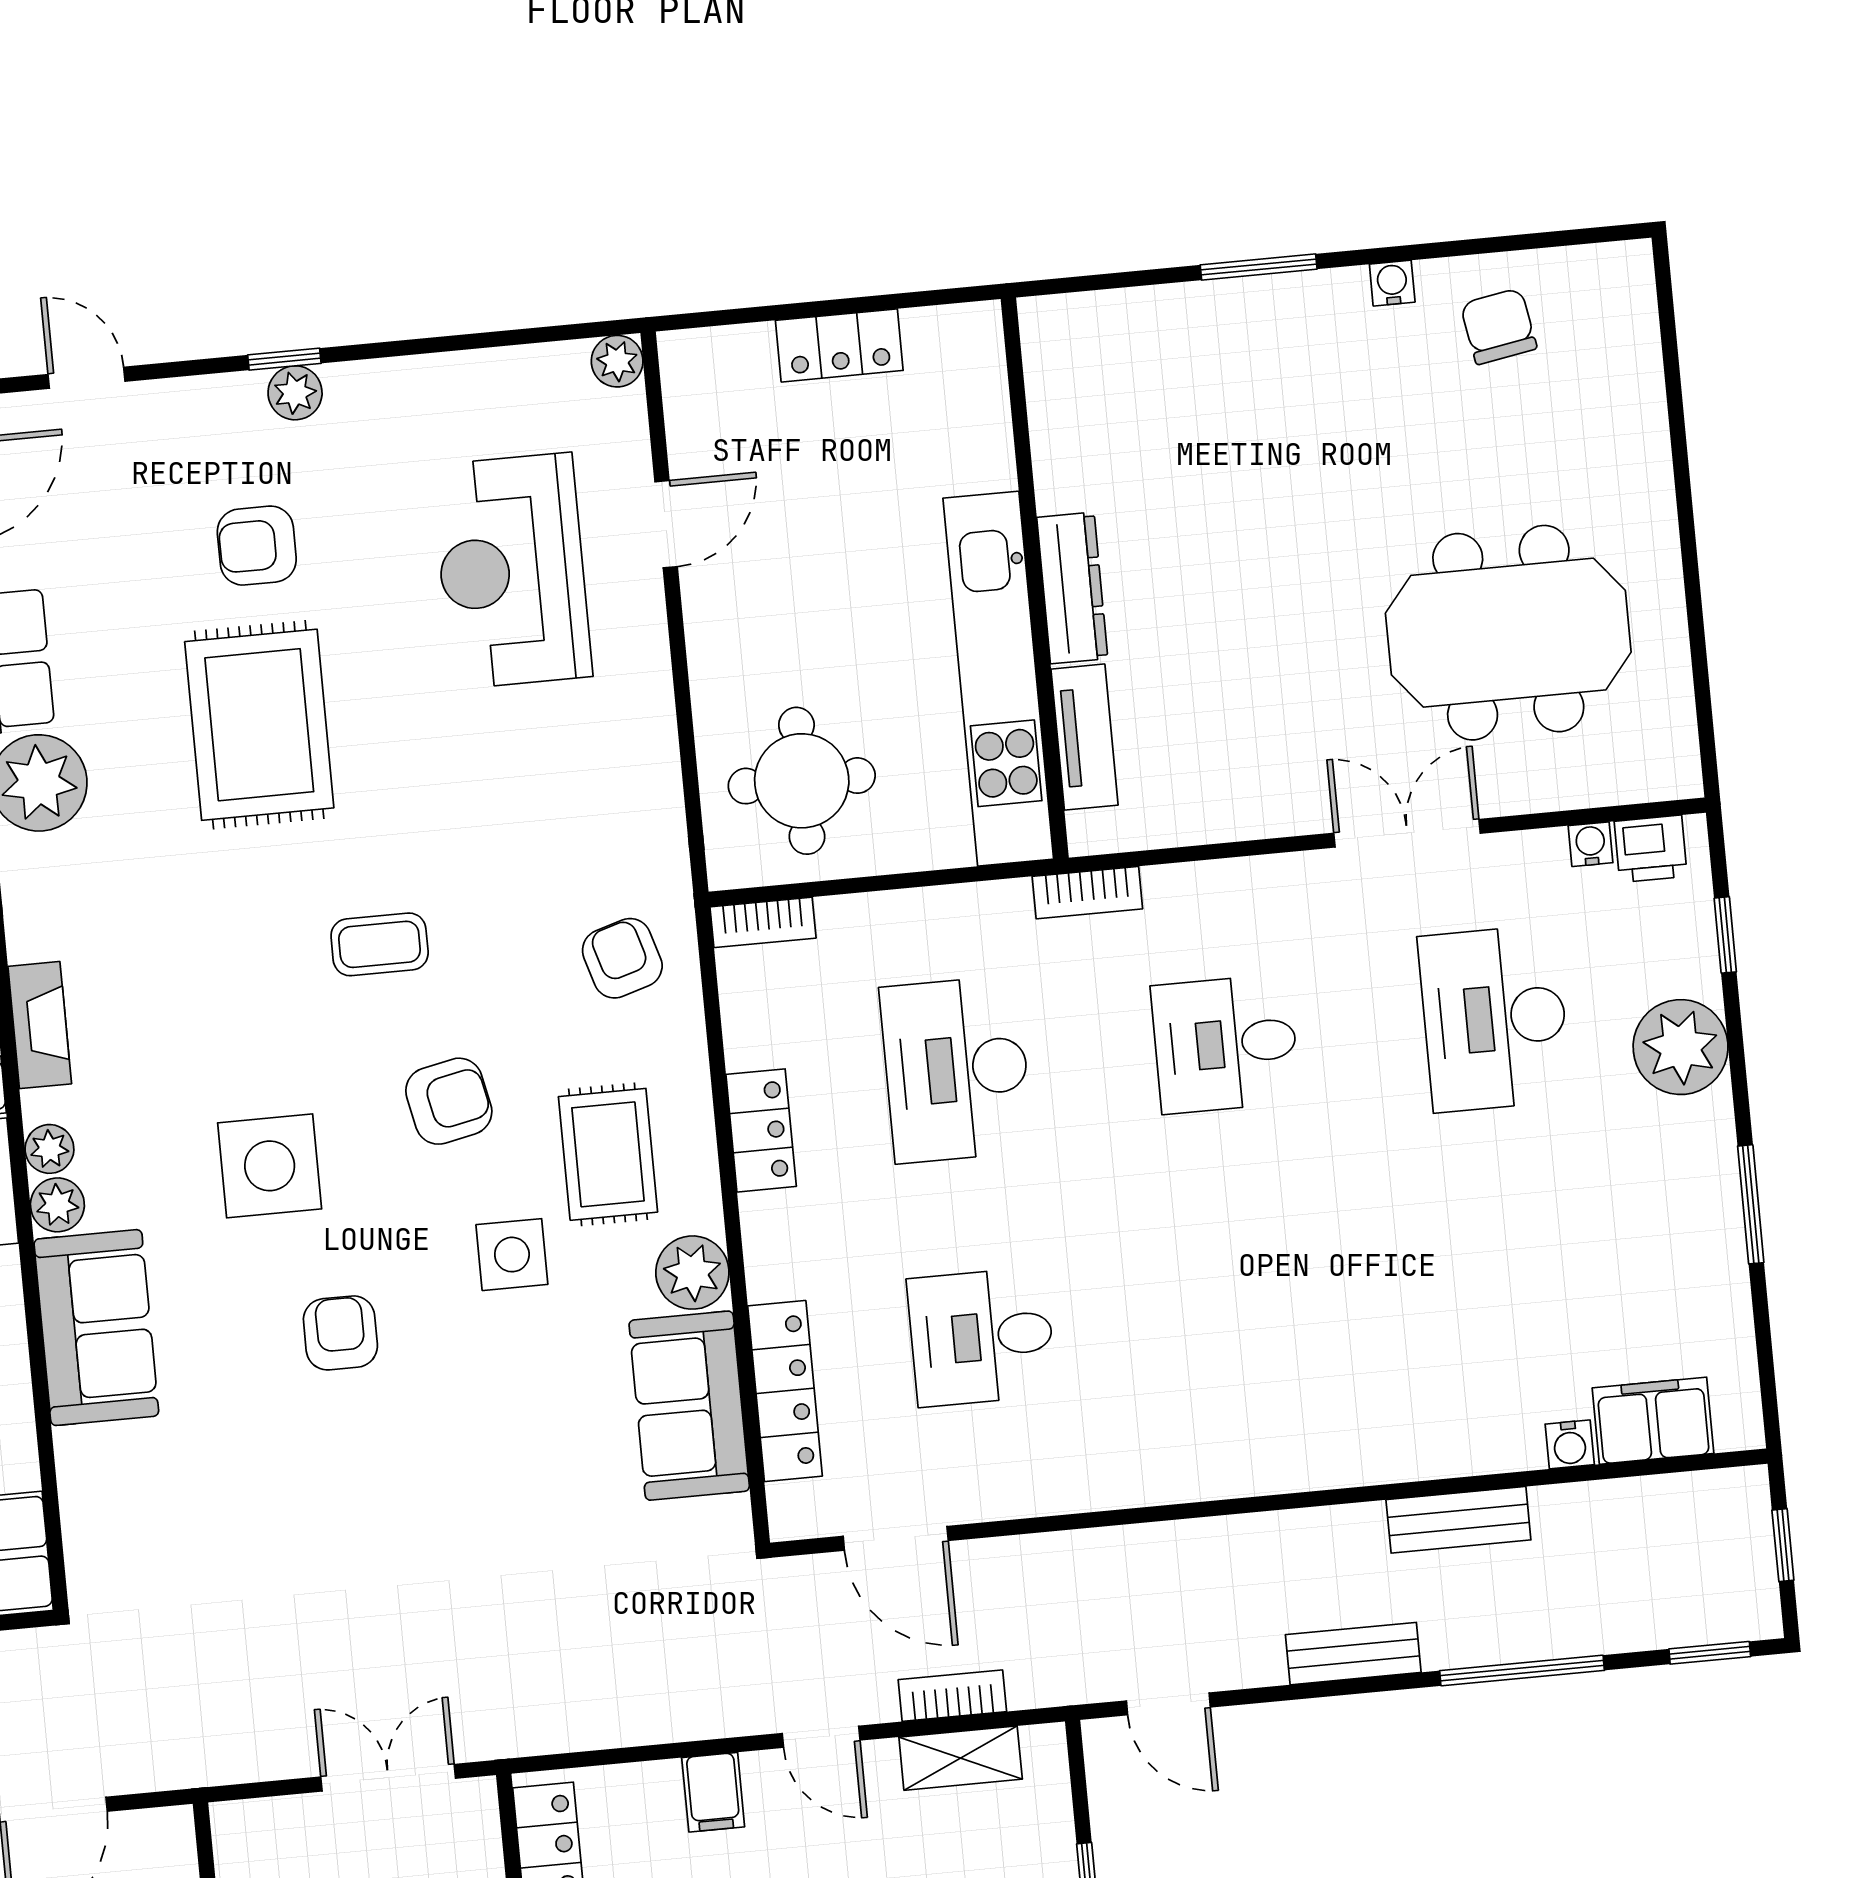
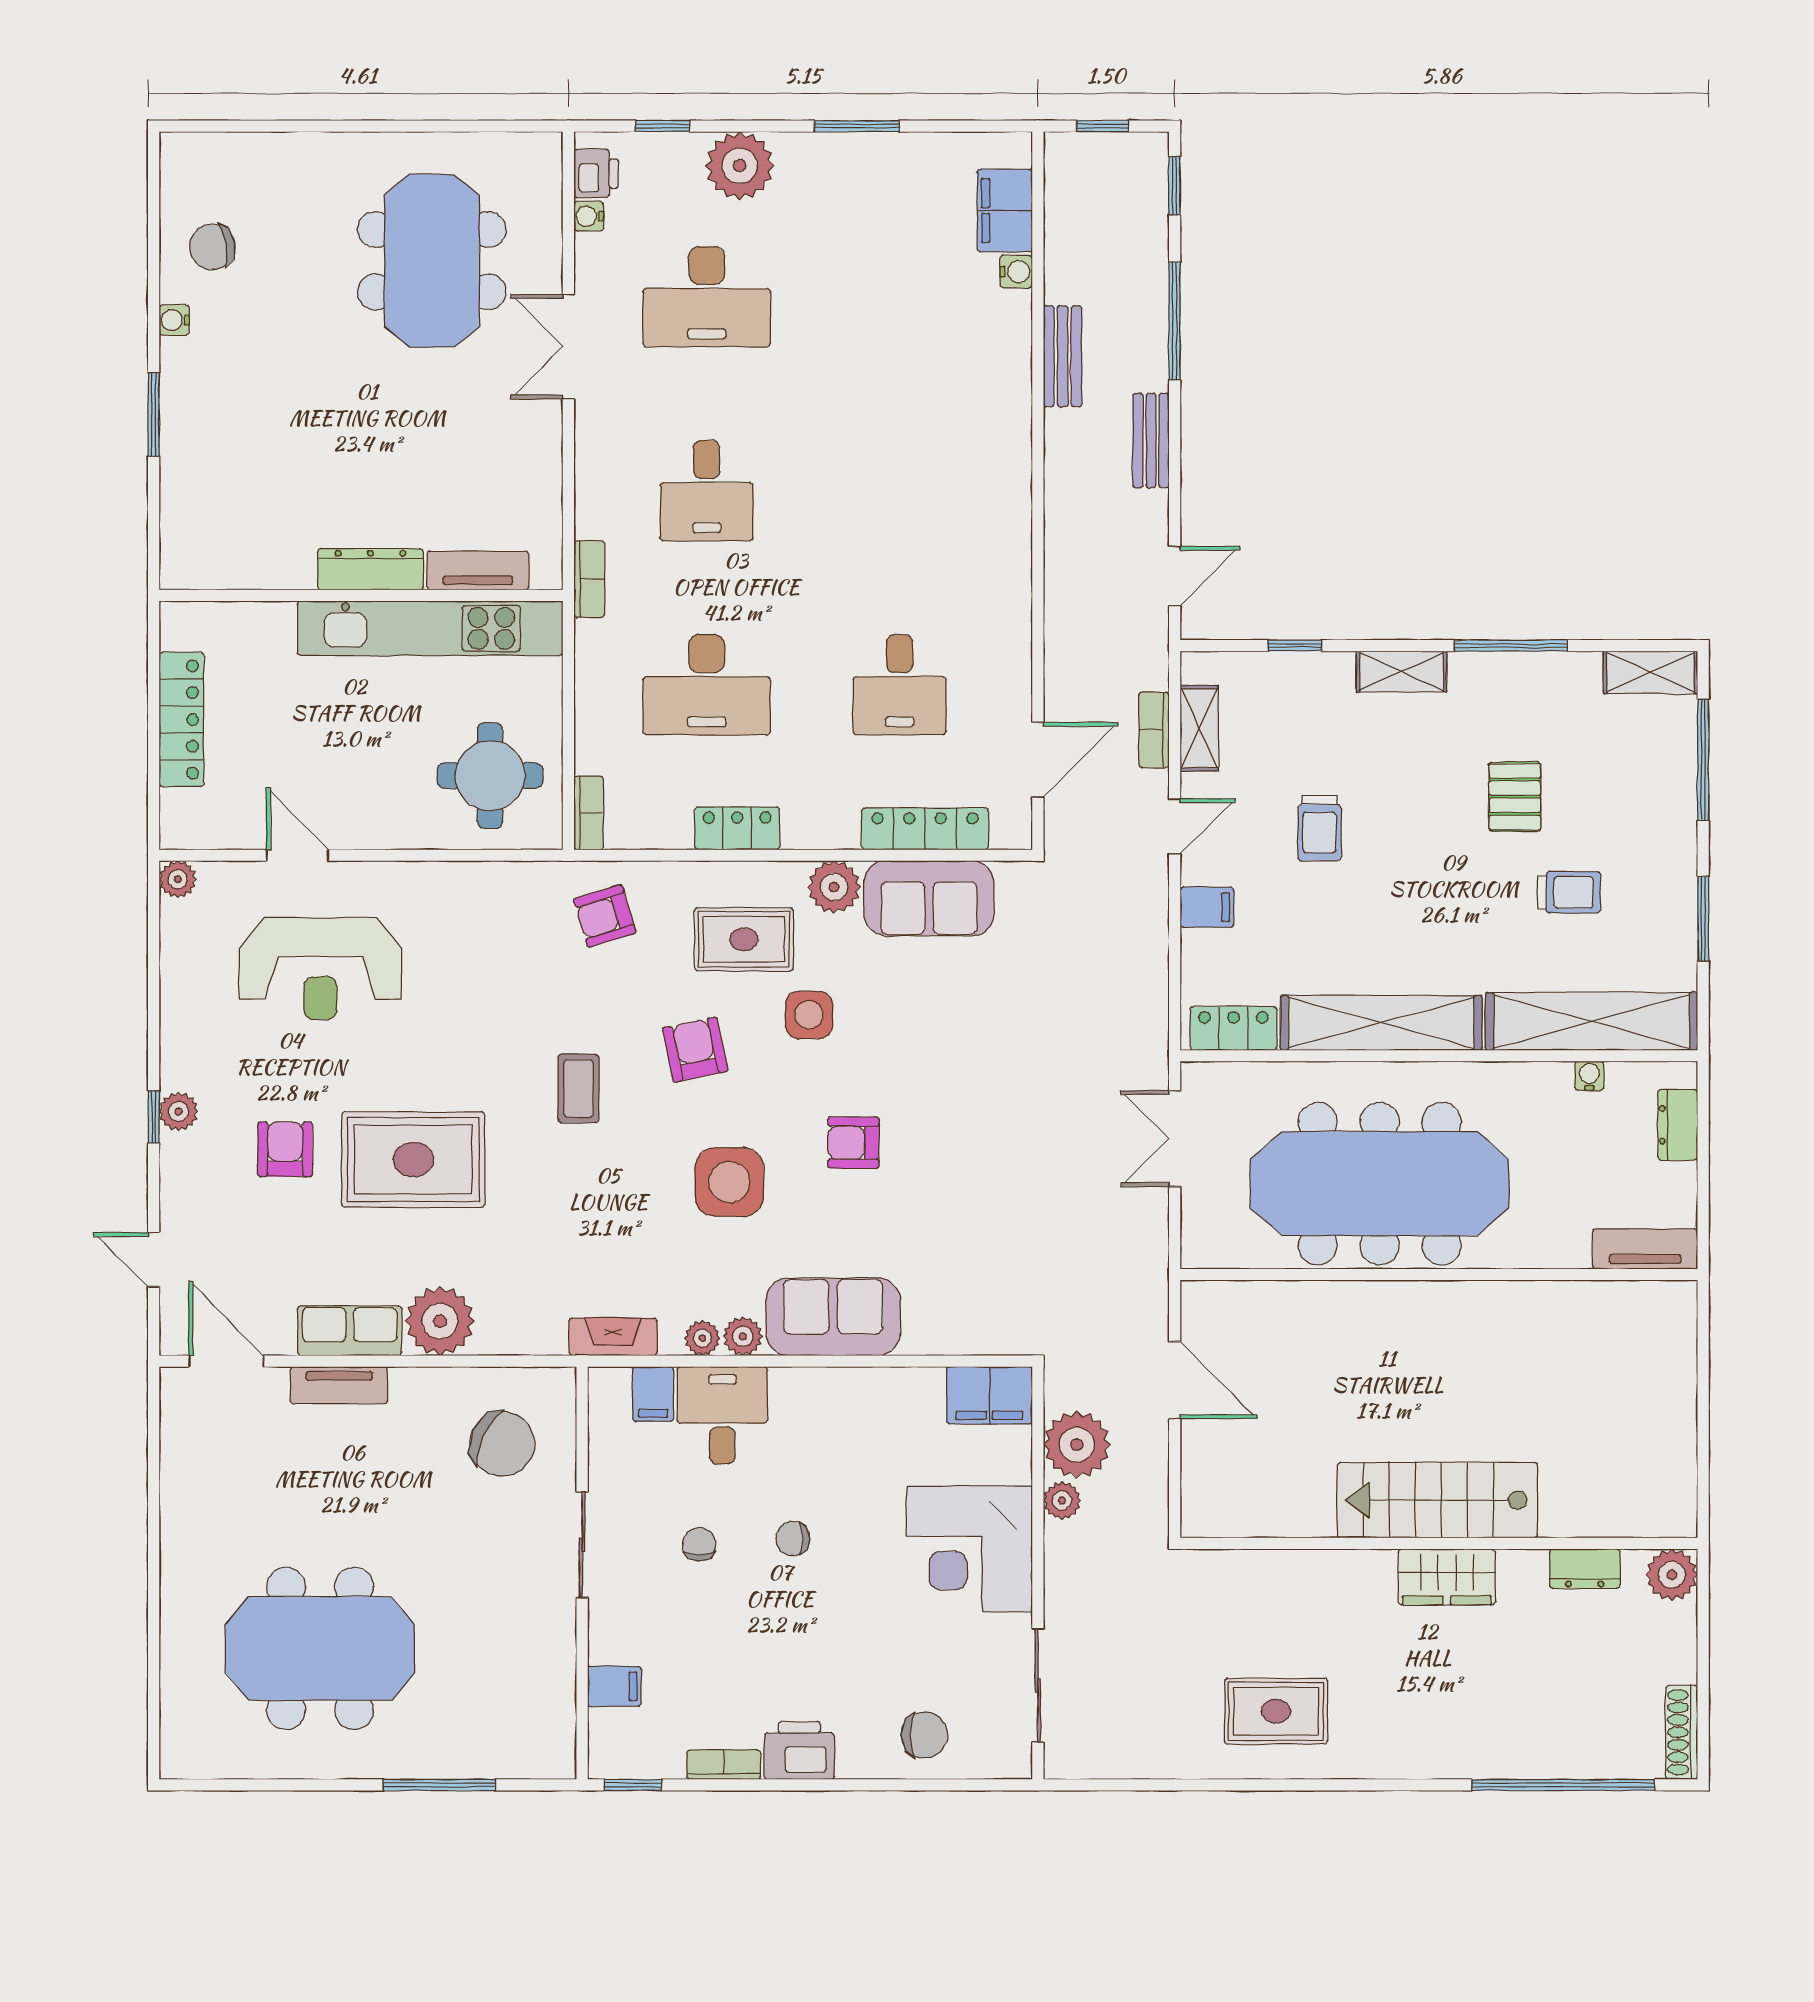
locker: (839, 345) -> (181, 719), width x1.53
door: (86, 378) -> (154, 1260), hinge flipped
armchair: (257, 546) -> (285, 1149), turned 180

